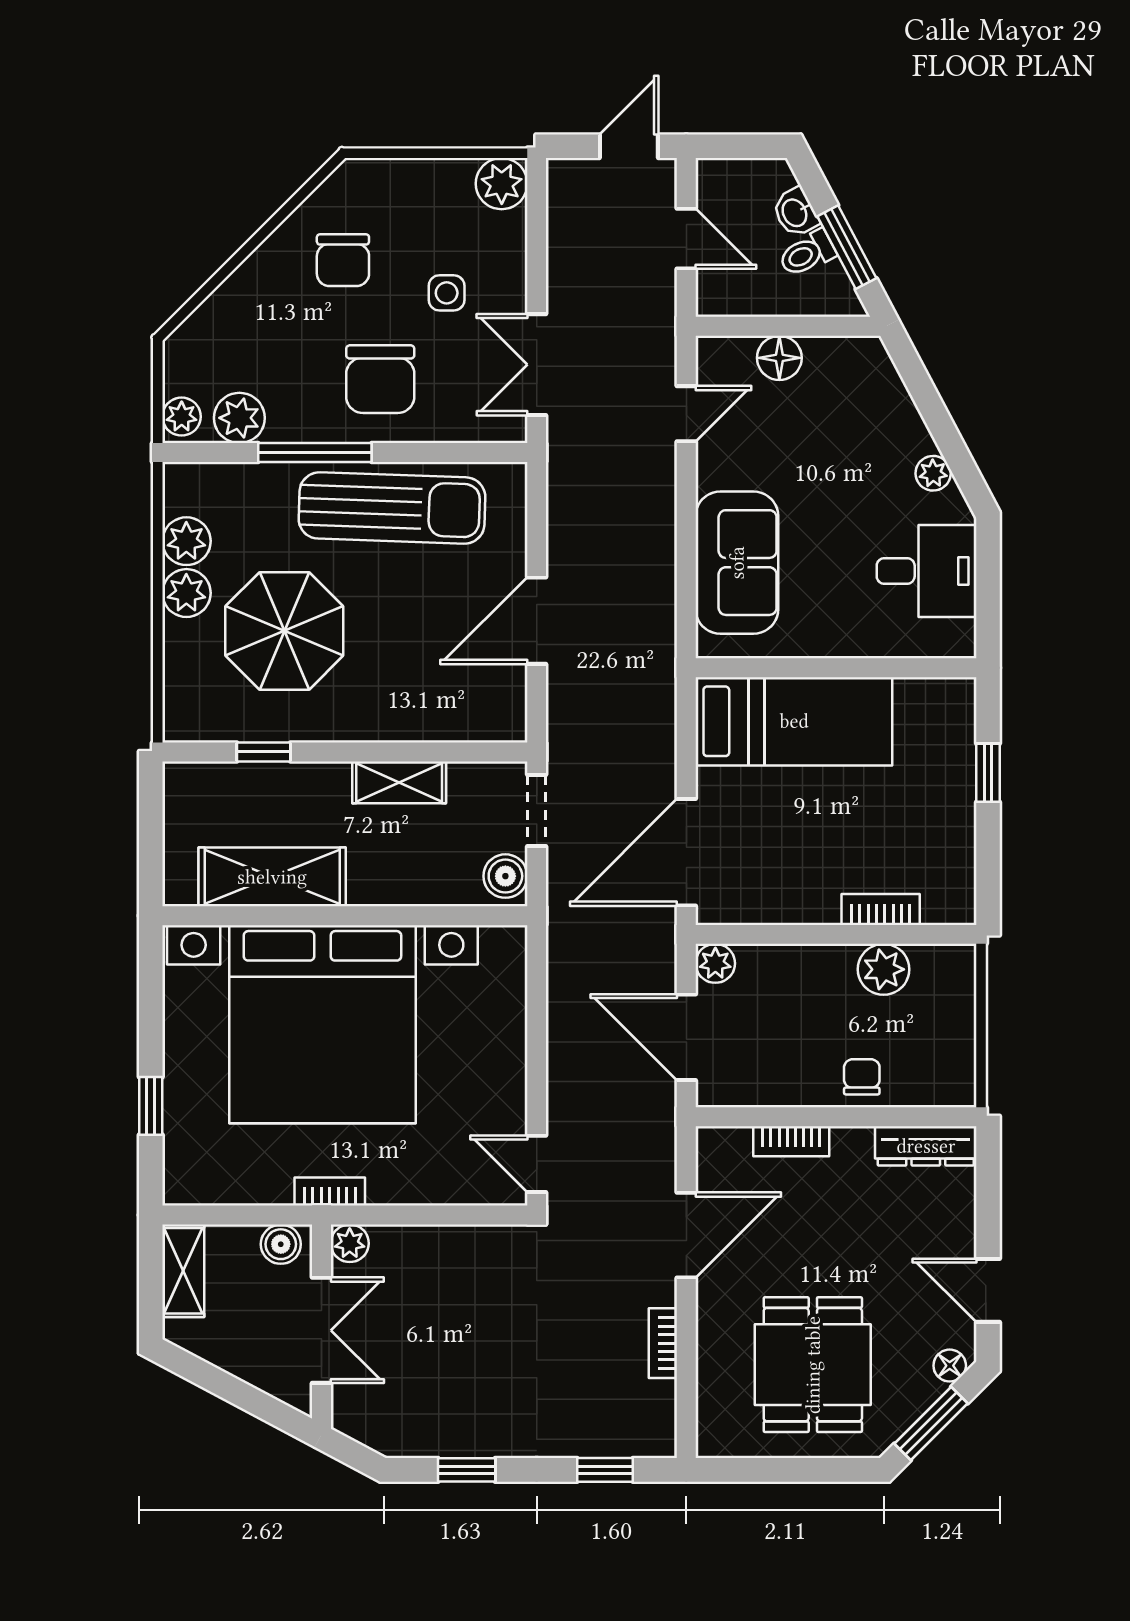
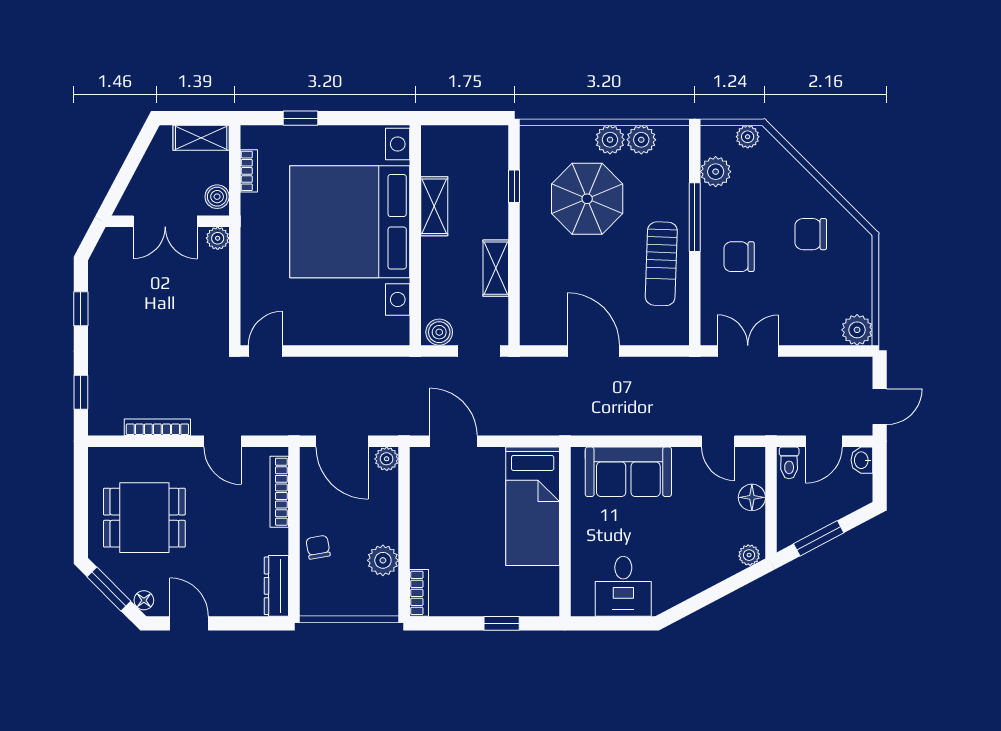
door: (629, 146) -> (880, 407), hinge flipped
washbasin: (795, 212) -> (862, 460), moved, turned -62
toilet: (807, 253) -> (789, 463), moved, turned -152
side table: (447, 293) -> (791, 297), removed
chair: (380, 379) -> (739, 257), width x0.73, depth x0.73
plant: (182, 417) -> (748, 137), moved
plant: (933, 473) -> (749, 555), moved
sun lounger: (392, 508) -> (661, 264), width x0.73, depth x0.75
door: (686, 852) -> (454, 441), width x0.73
shelving: (272, 877) -> (434, 206), width x0.67, depth x0.75
bookcase: (881, 909) -> (419, 593), moved
door: (686, 1037) -> (342, 441), swing flipped
chair: (862, 1077) -> (318, 547), turned -100
bookcase: (791, 1141) -> (279, 492), width x1.56
bookcase: (330, 1192) -> (249, 171), moved
door: (686, 1235) -> (223, 441), width x0.73
door: (988, 1290) -> (189, 623), hinge flipped
bookcase: (663, 1343) -> (157, 427), width x1.56

